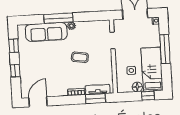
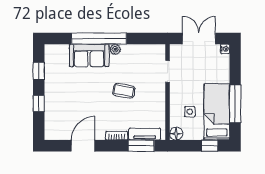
window: (58, 18) -> (99, 38), width x1.46
sofa: (46, 32) -> (89, 55), width x0.73
window: (165, 49) -> (235, 104), moved
floor lamp: (137, 87) -> (176, 134), moved
door: (38, 102) -> (83, 146), moved

